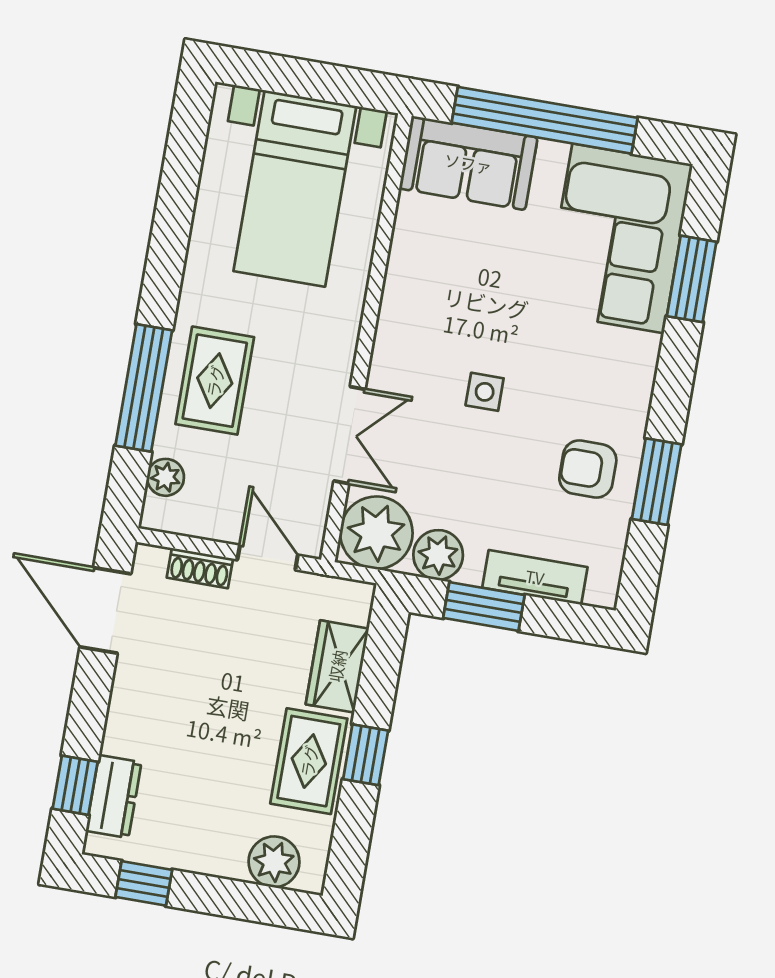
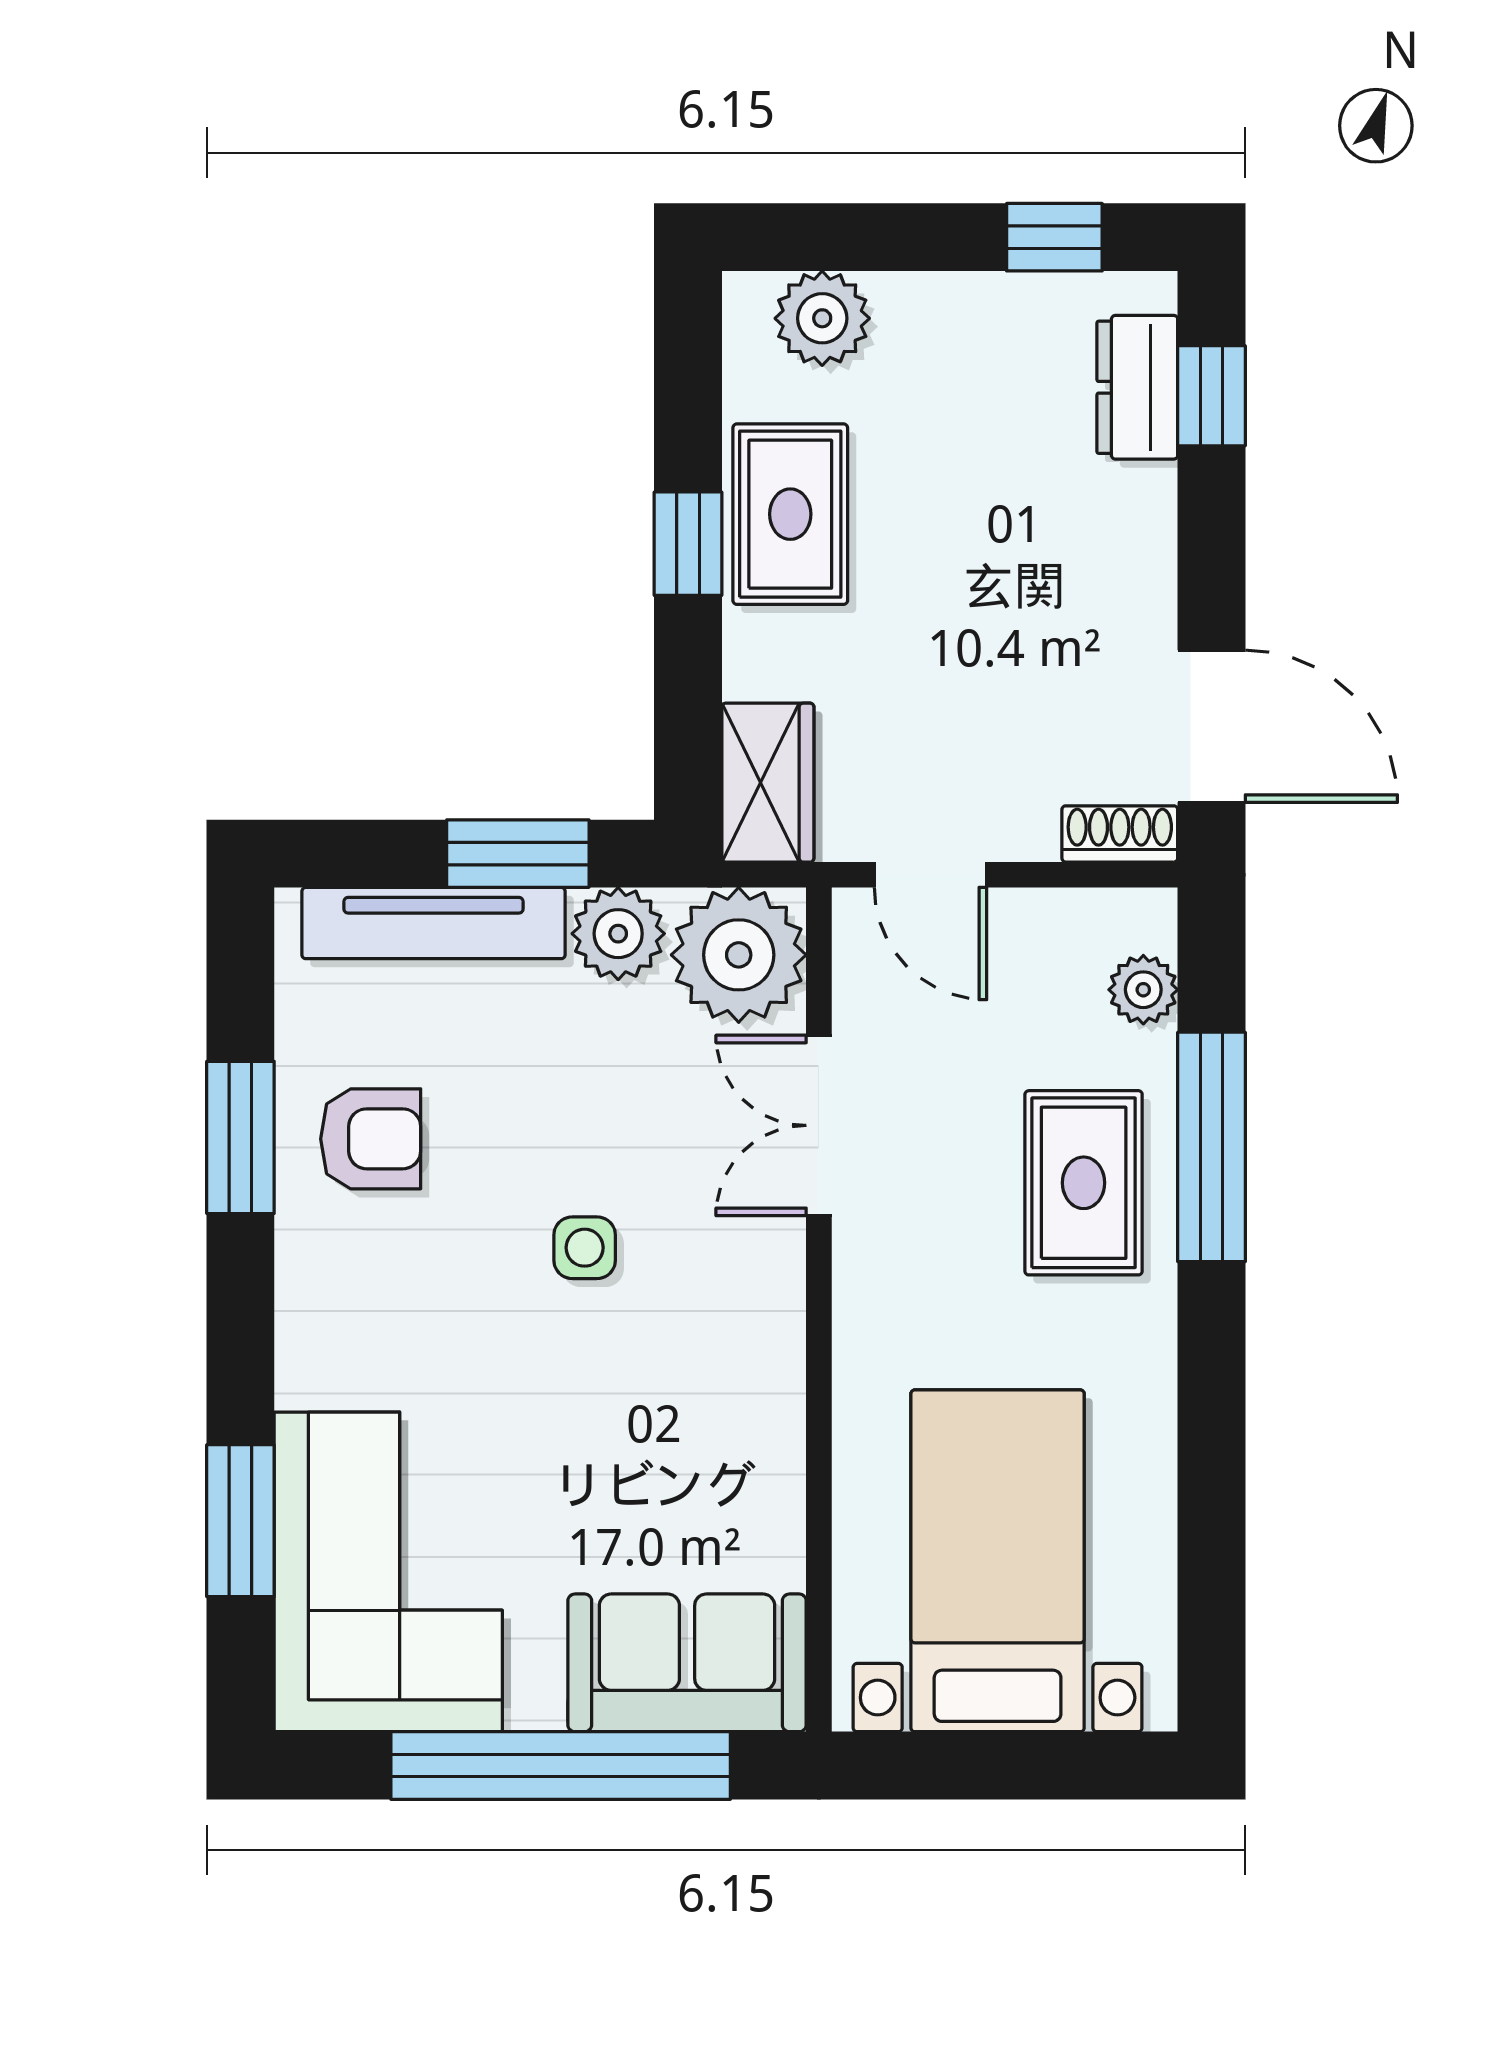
shoe rack: (200, 568) -> (1120, 834), moved
tv unit: (535, 577) -> (433, 923), width x1.41
wardrobe: (337, 666) -> (768, 783), moved

